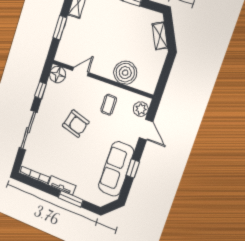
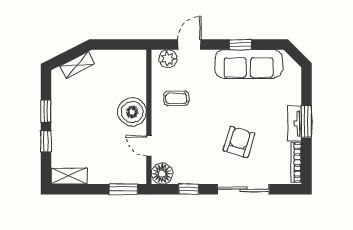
window: (60, 28) -> (123, 189), moved
boiler: (125, 73) -> (132, 112), moved
armchair: (76, 124) -> (239, 142), moved
window: (71, 199) -> (306, 121), moved

